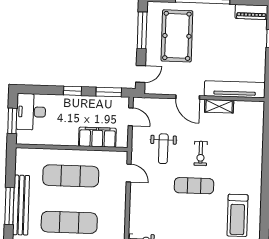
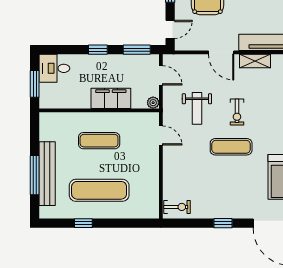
desk: (31, 112) -> (54, 68), width x0.73
filing cabinet: (97, 137) -> (111, 98), moved
plant: (122, 142) -> (153, 103), added
exercise mat: (71, 176) -> (99, 141), width x0.73, depth x0.69

